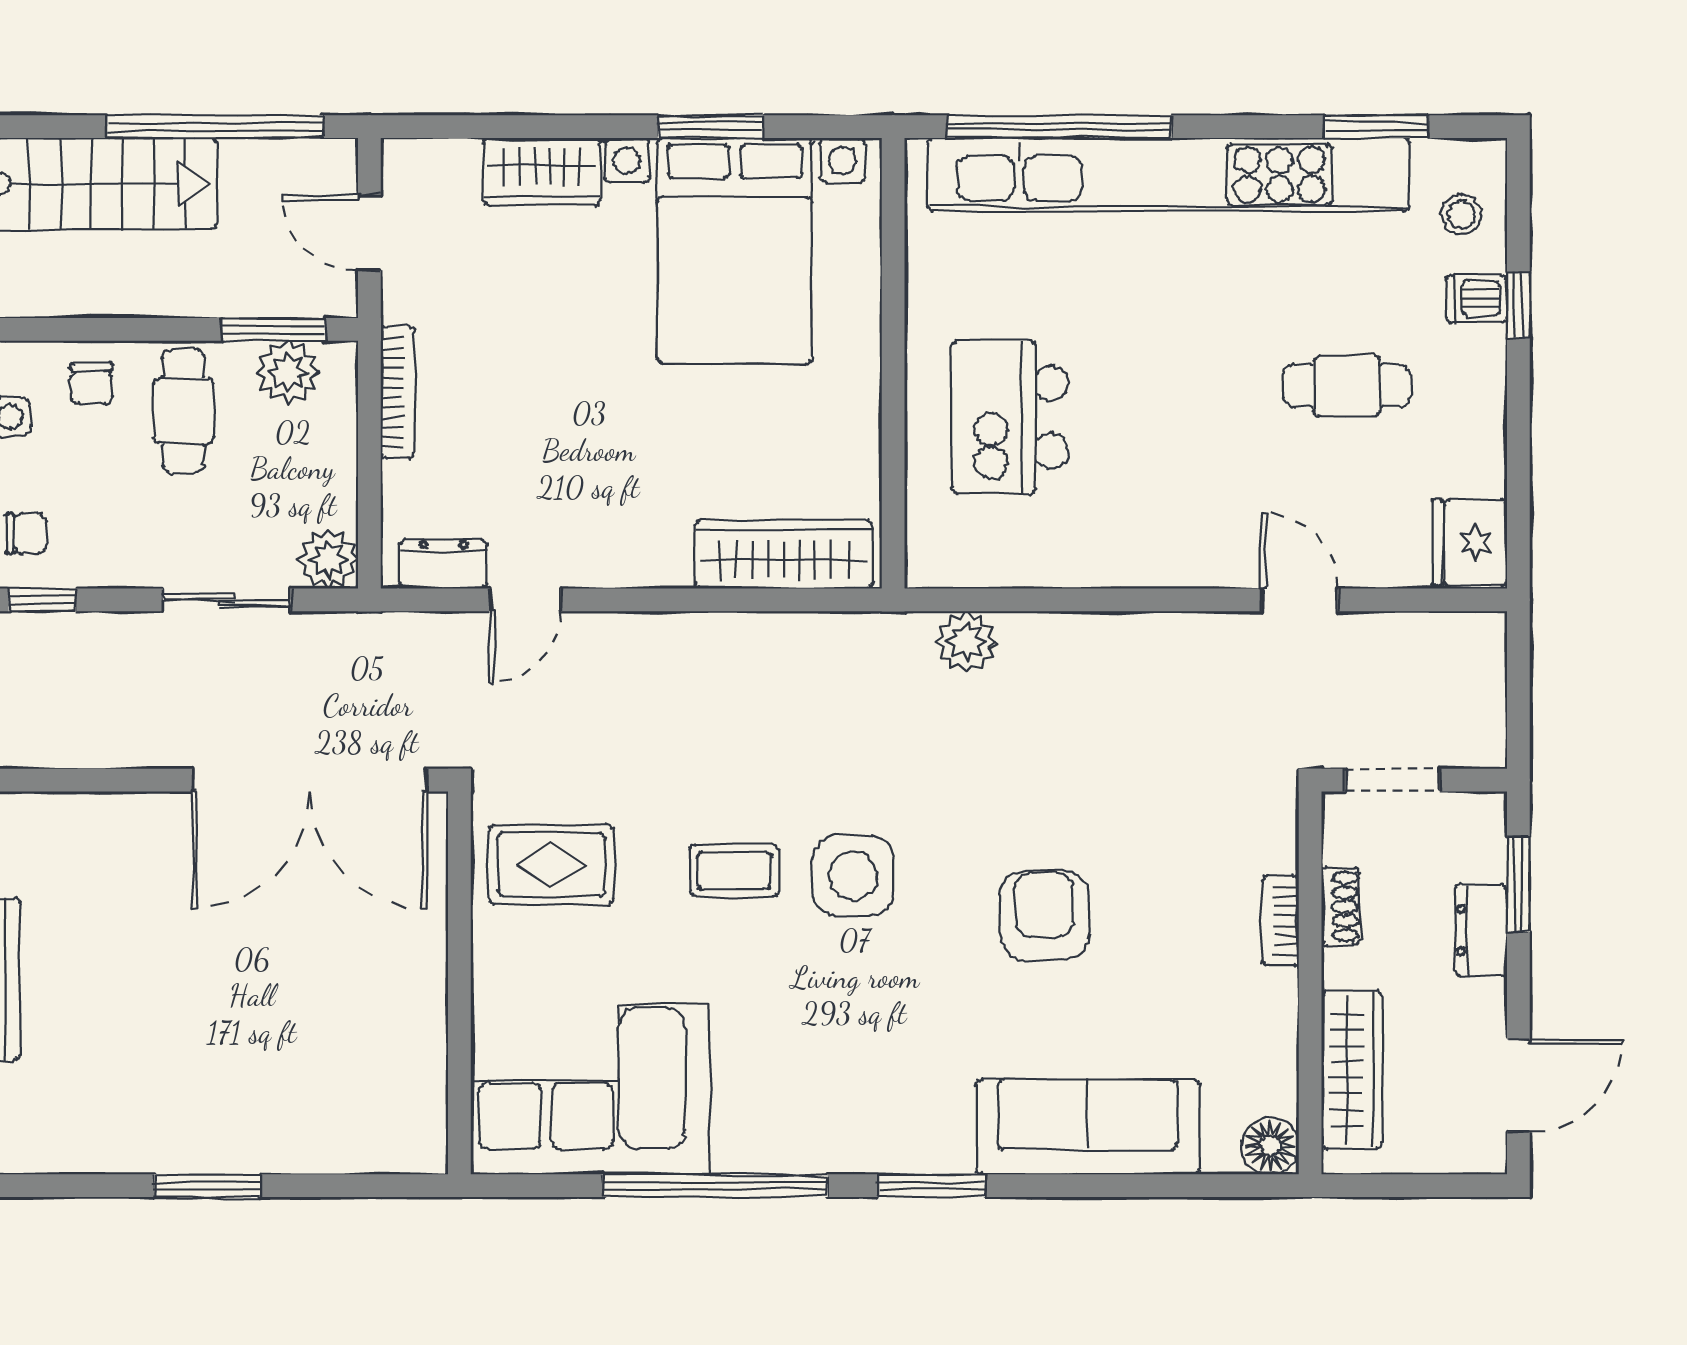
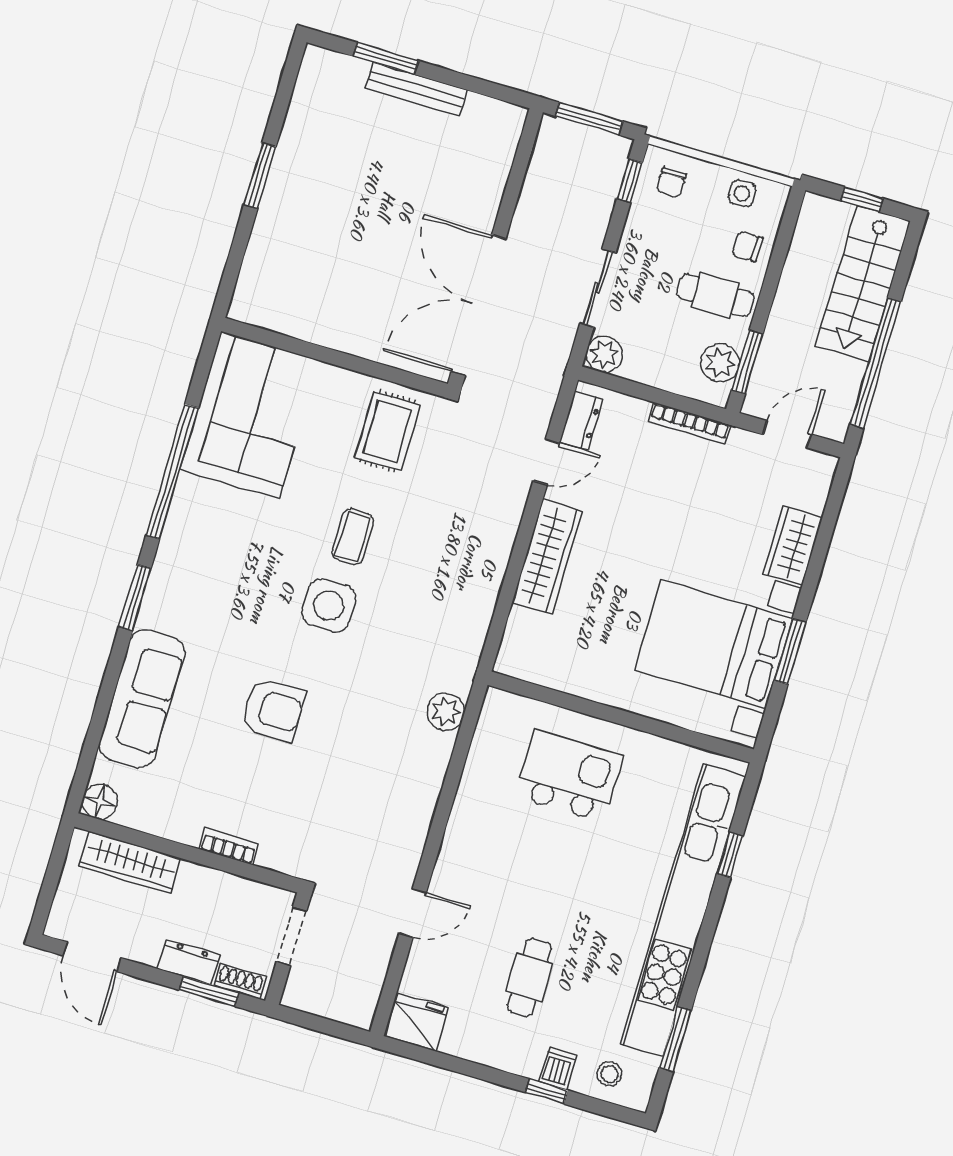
window: (1059, 127) -> (730, 855), width x0.32
wardrobe: (784, 554) -> (547, 557), moved
door: (525, 600) -> (546, 462), swing flipped
shoe rack: (1340, 907) -> (240, 981), moved, turned 180

